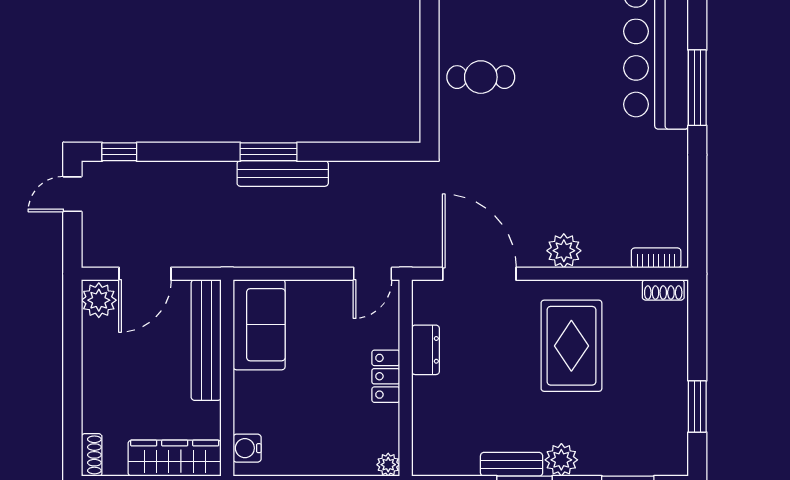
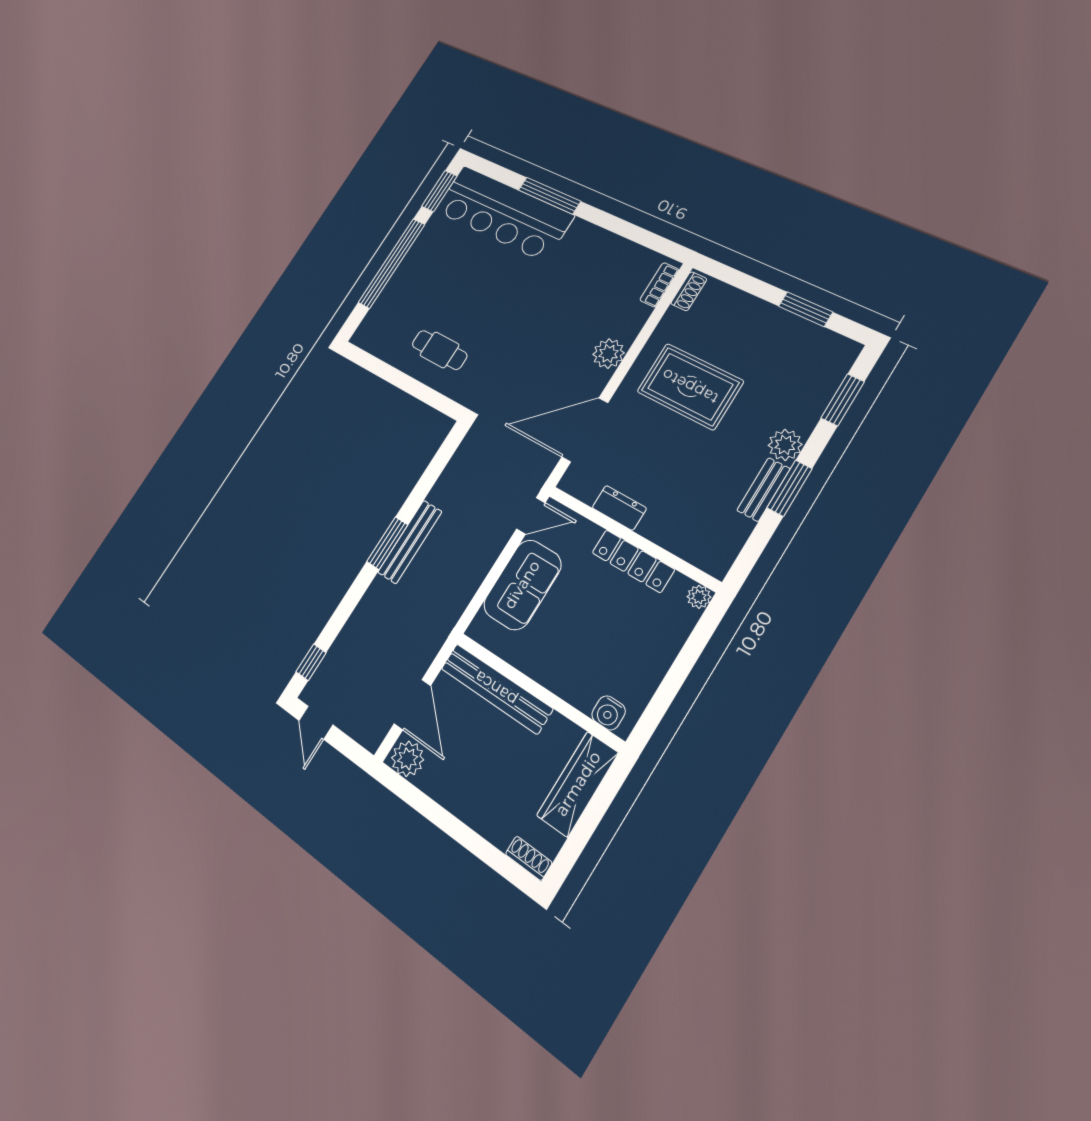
cafe table: (481, 77) -> (439, 350), turned 90
door: (373, 274) -> (531, 516), hinge flipped
sofa: (259, 325) -> (522, 585), moved, turned 90
locker: (386, 376) -> (633, 561), width x1.53

